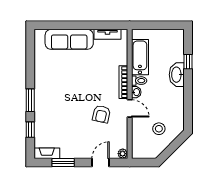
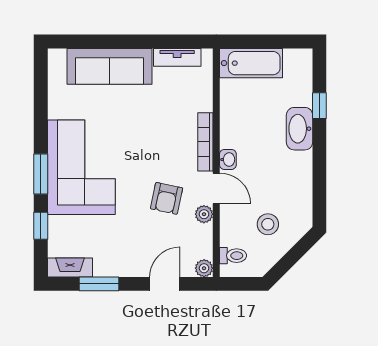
bathtub: (140, 57) -> (251, 63), moved, turned 90
toilet: (139, 81) -> (233, 256), moved
corner sofa: (53, 96) -> (81, 167), added
plant: (123, 123) -> (204, 214), added

